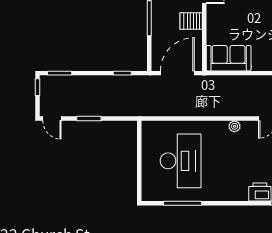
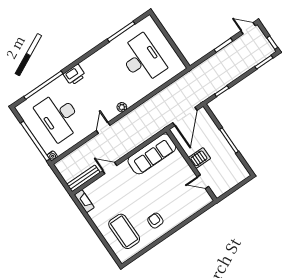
sofa: (229, 58) -> (152, 154), width x1.36
desk: (181, 161) -> (142, 59), turned 180

